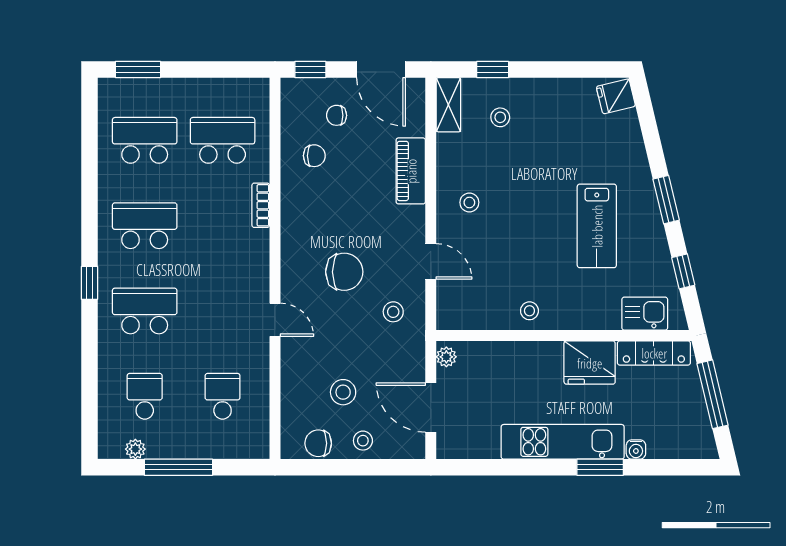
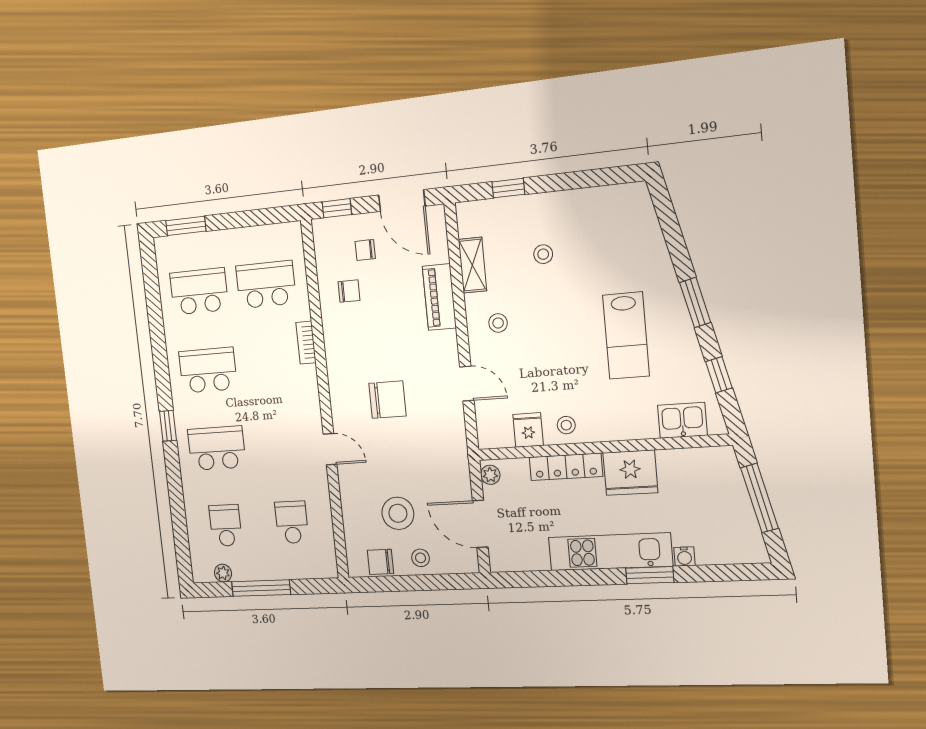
fridge: (616, 96) -> (528, 430), moved, turned 103
shelving: (448, 105) -> (472, 265), moved
stool: (500, 117) -> (543, 254), moved
stool: (393, 312) -> (436, 435), removed
locker: (654, 353) -> (566, 467), moved
stool: (343, 392) -> (398, 513), width x1.38, depth x1.38

